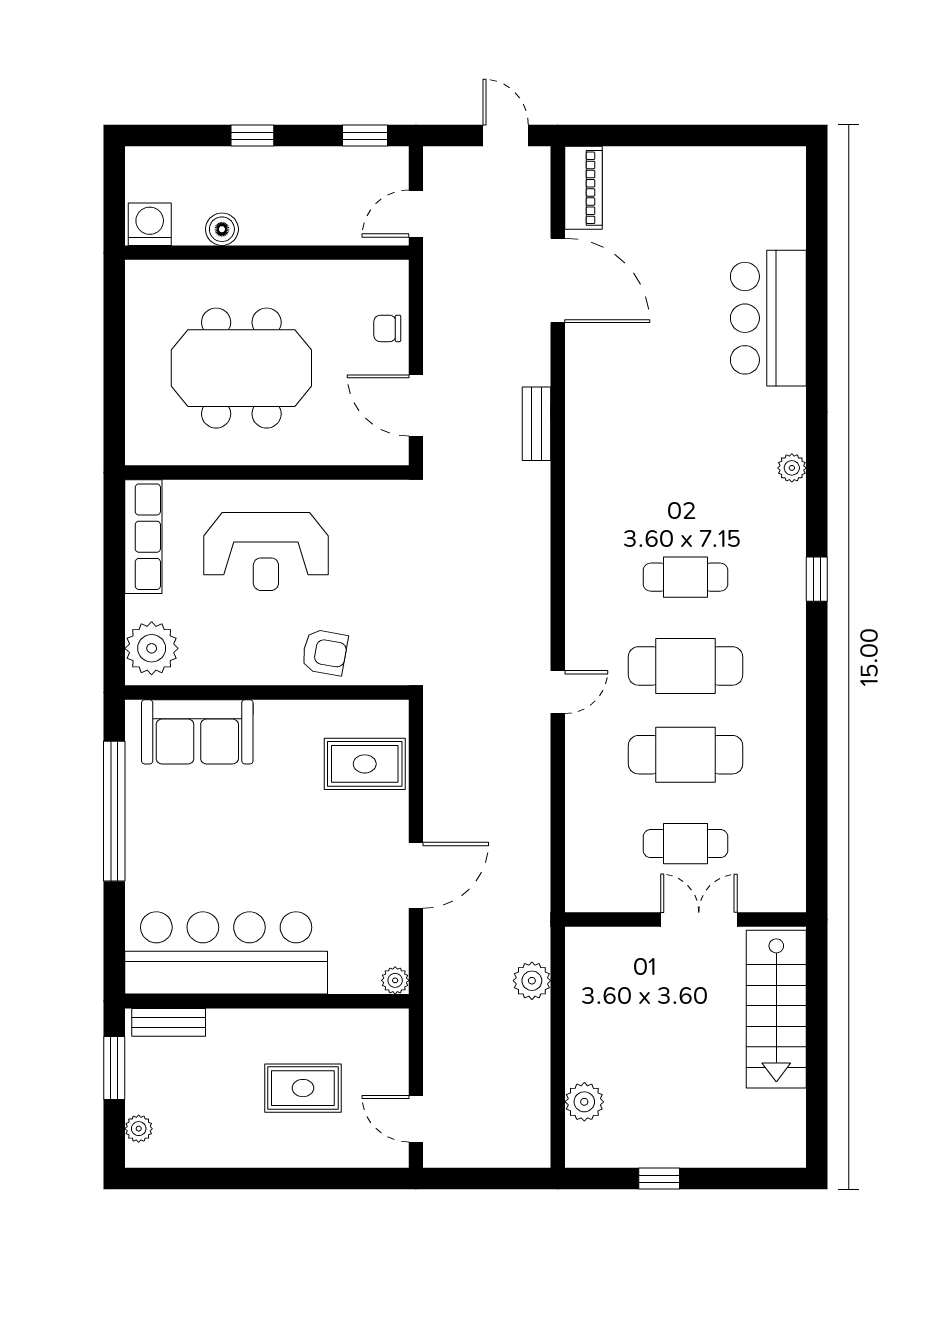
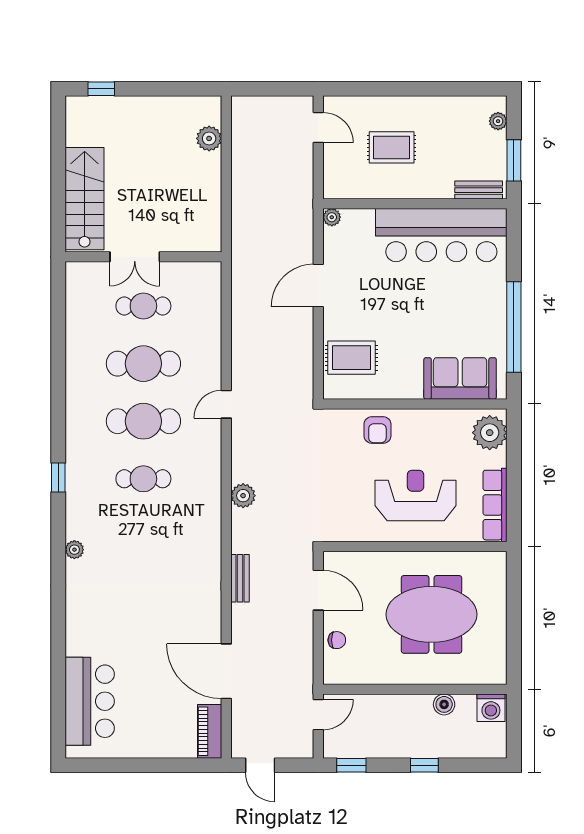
bar counter: (768, 318) -> (90, 701), moved
armchair: (325, 652) -> (377, 430), turned -100
plant: (532, 981) -> (243, 496), moved
window: (659, 1179) -> (101, 89), moved

